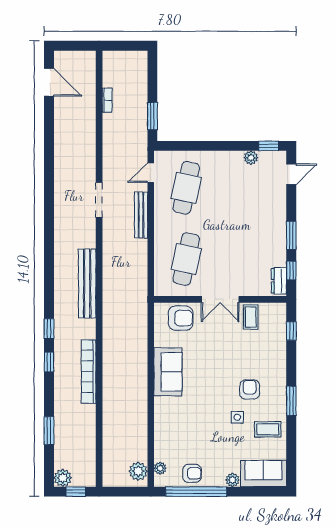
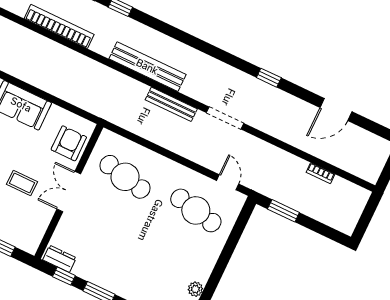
door: (49, 82) -> (336, 110), moved
window: (49, 180) -> (269, 78), added
bench: (141, 215) -> (171, 104), moved
coffee table: (251, 317) -> (22, 183), moved
armchair: (181, 318) -> (69, 143), turned 180

